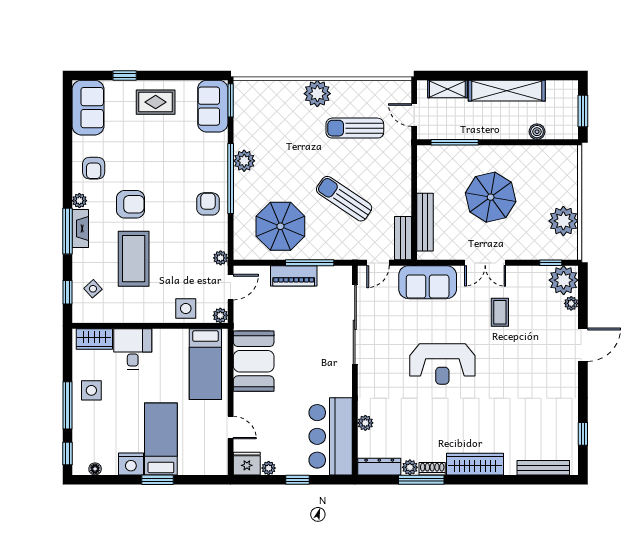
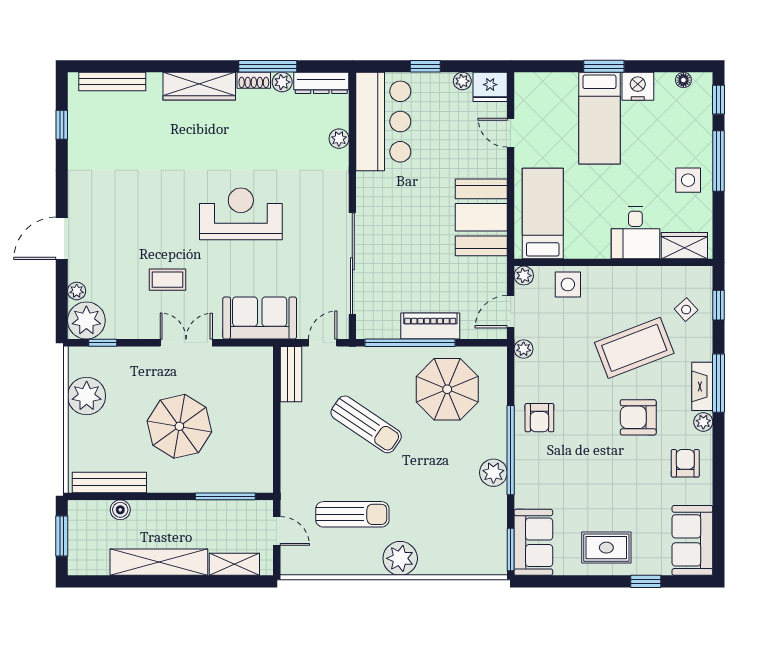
bench: (425, 222) -> (109, 482), moved, turned 90
coffee table: (134, 259) -> (634, 348), turned 69
window: (310, 263) -> (410, 343), width x1.46
coffee table: (500, 312) -> (167, 280), turned 90

